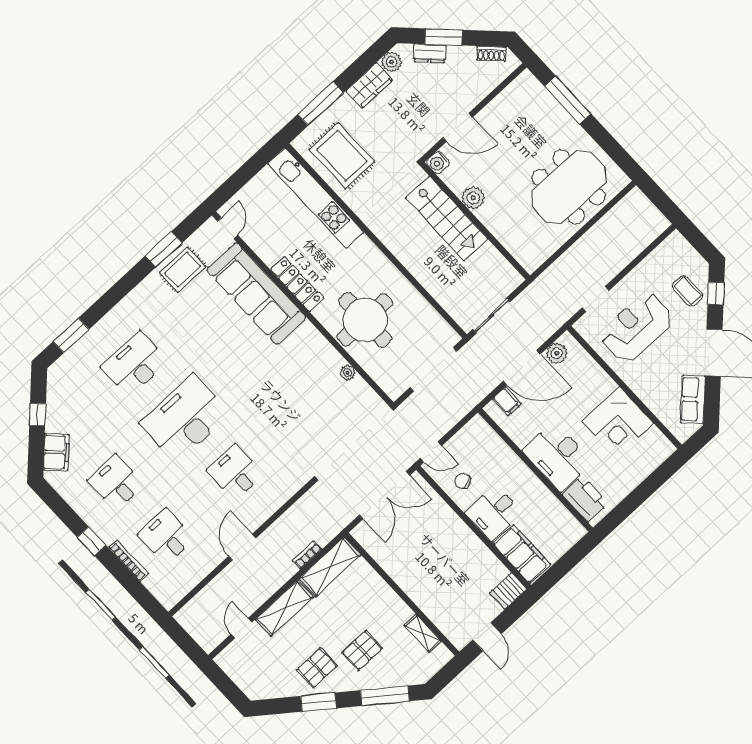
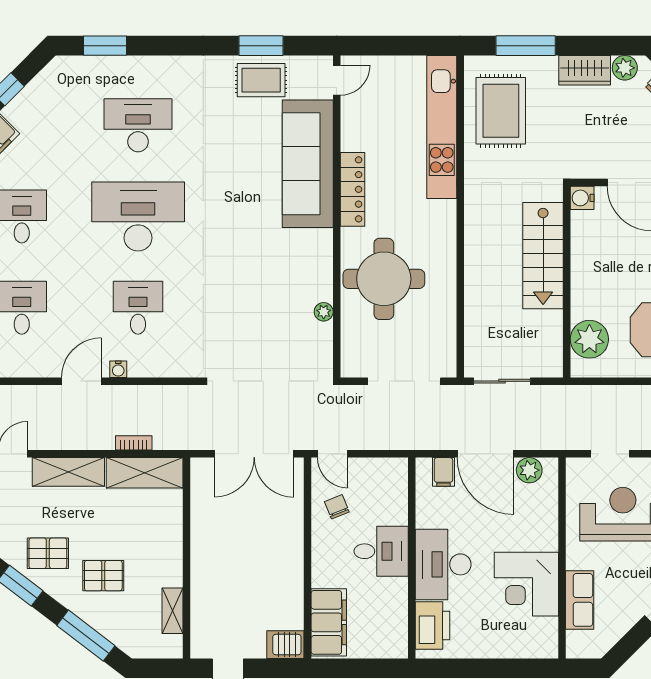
plant: (473, 198) -> (589, 339), moved, width x1.36, depth x1.36
row of seats: (693, 399) -> (580, 600), moved, turned 135
desk: (494, 513) -> (381, 551), moved, turned 180
water cooler: (257, 520) -> (118, 369), added

